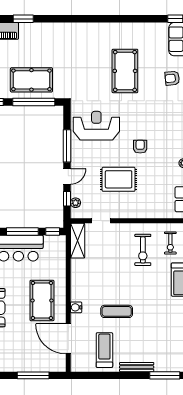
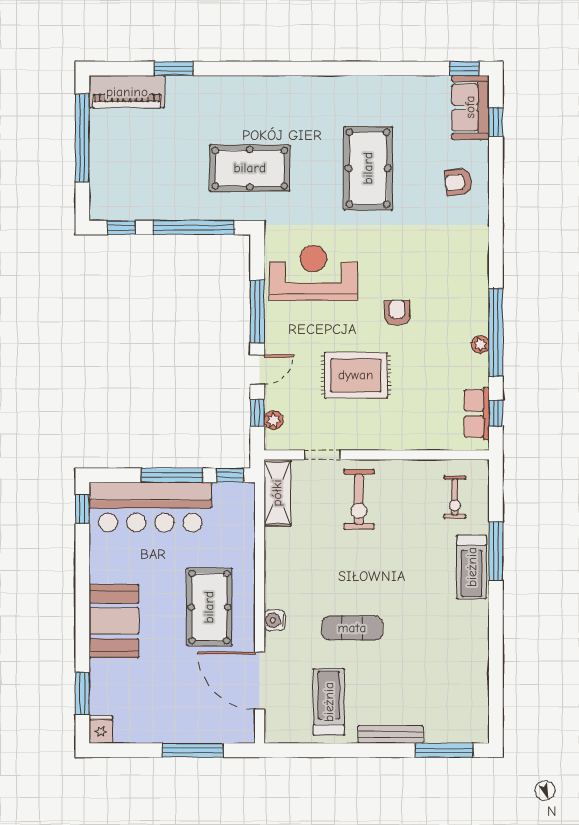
pool table: (31, 80) -> (250, 168), moved
exercise bike: (143, 250) -> (359, 499), moved

